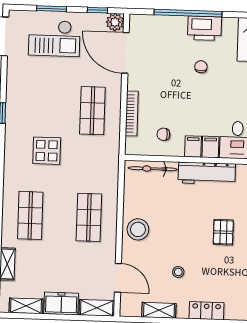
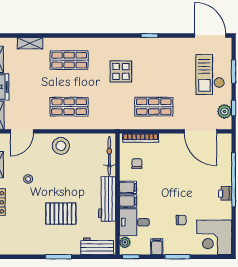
plant: (115, 22) -> (224, 111), moved
printer: (204, 28) -> (225, 193), width x0.53, depth x0.68
door: (125, 53) -> (200, 131), swing flipped
chair: (201, 67) -> (181, 220), moved
bookcase: (132, 113) -> (141, 138), moved
pallet: (223, 232) -> (61, 214), width x1.50, depth x1.42

